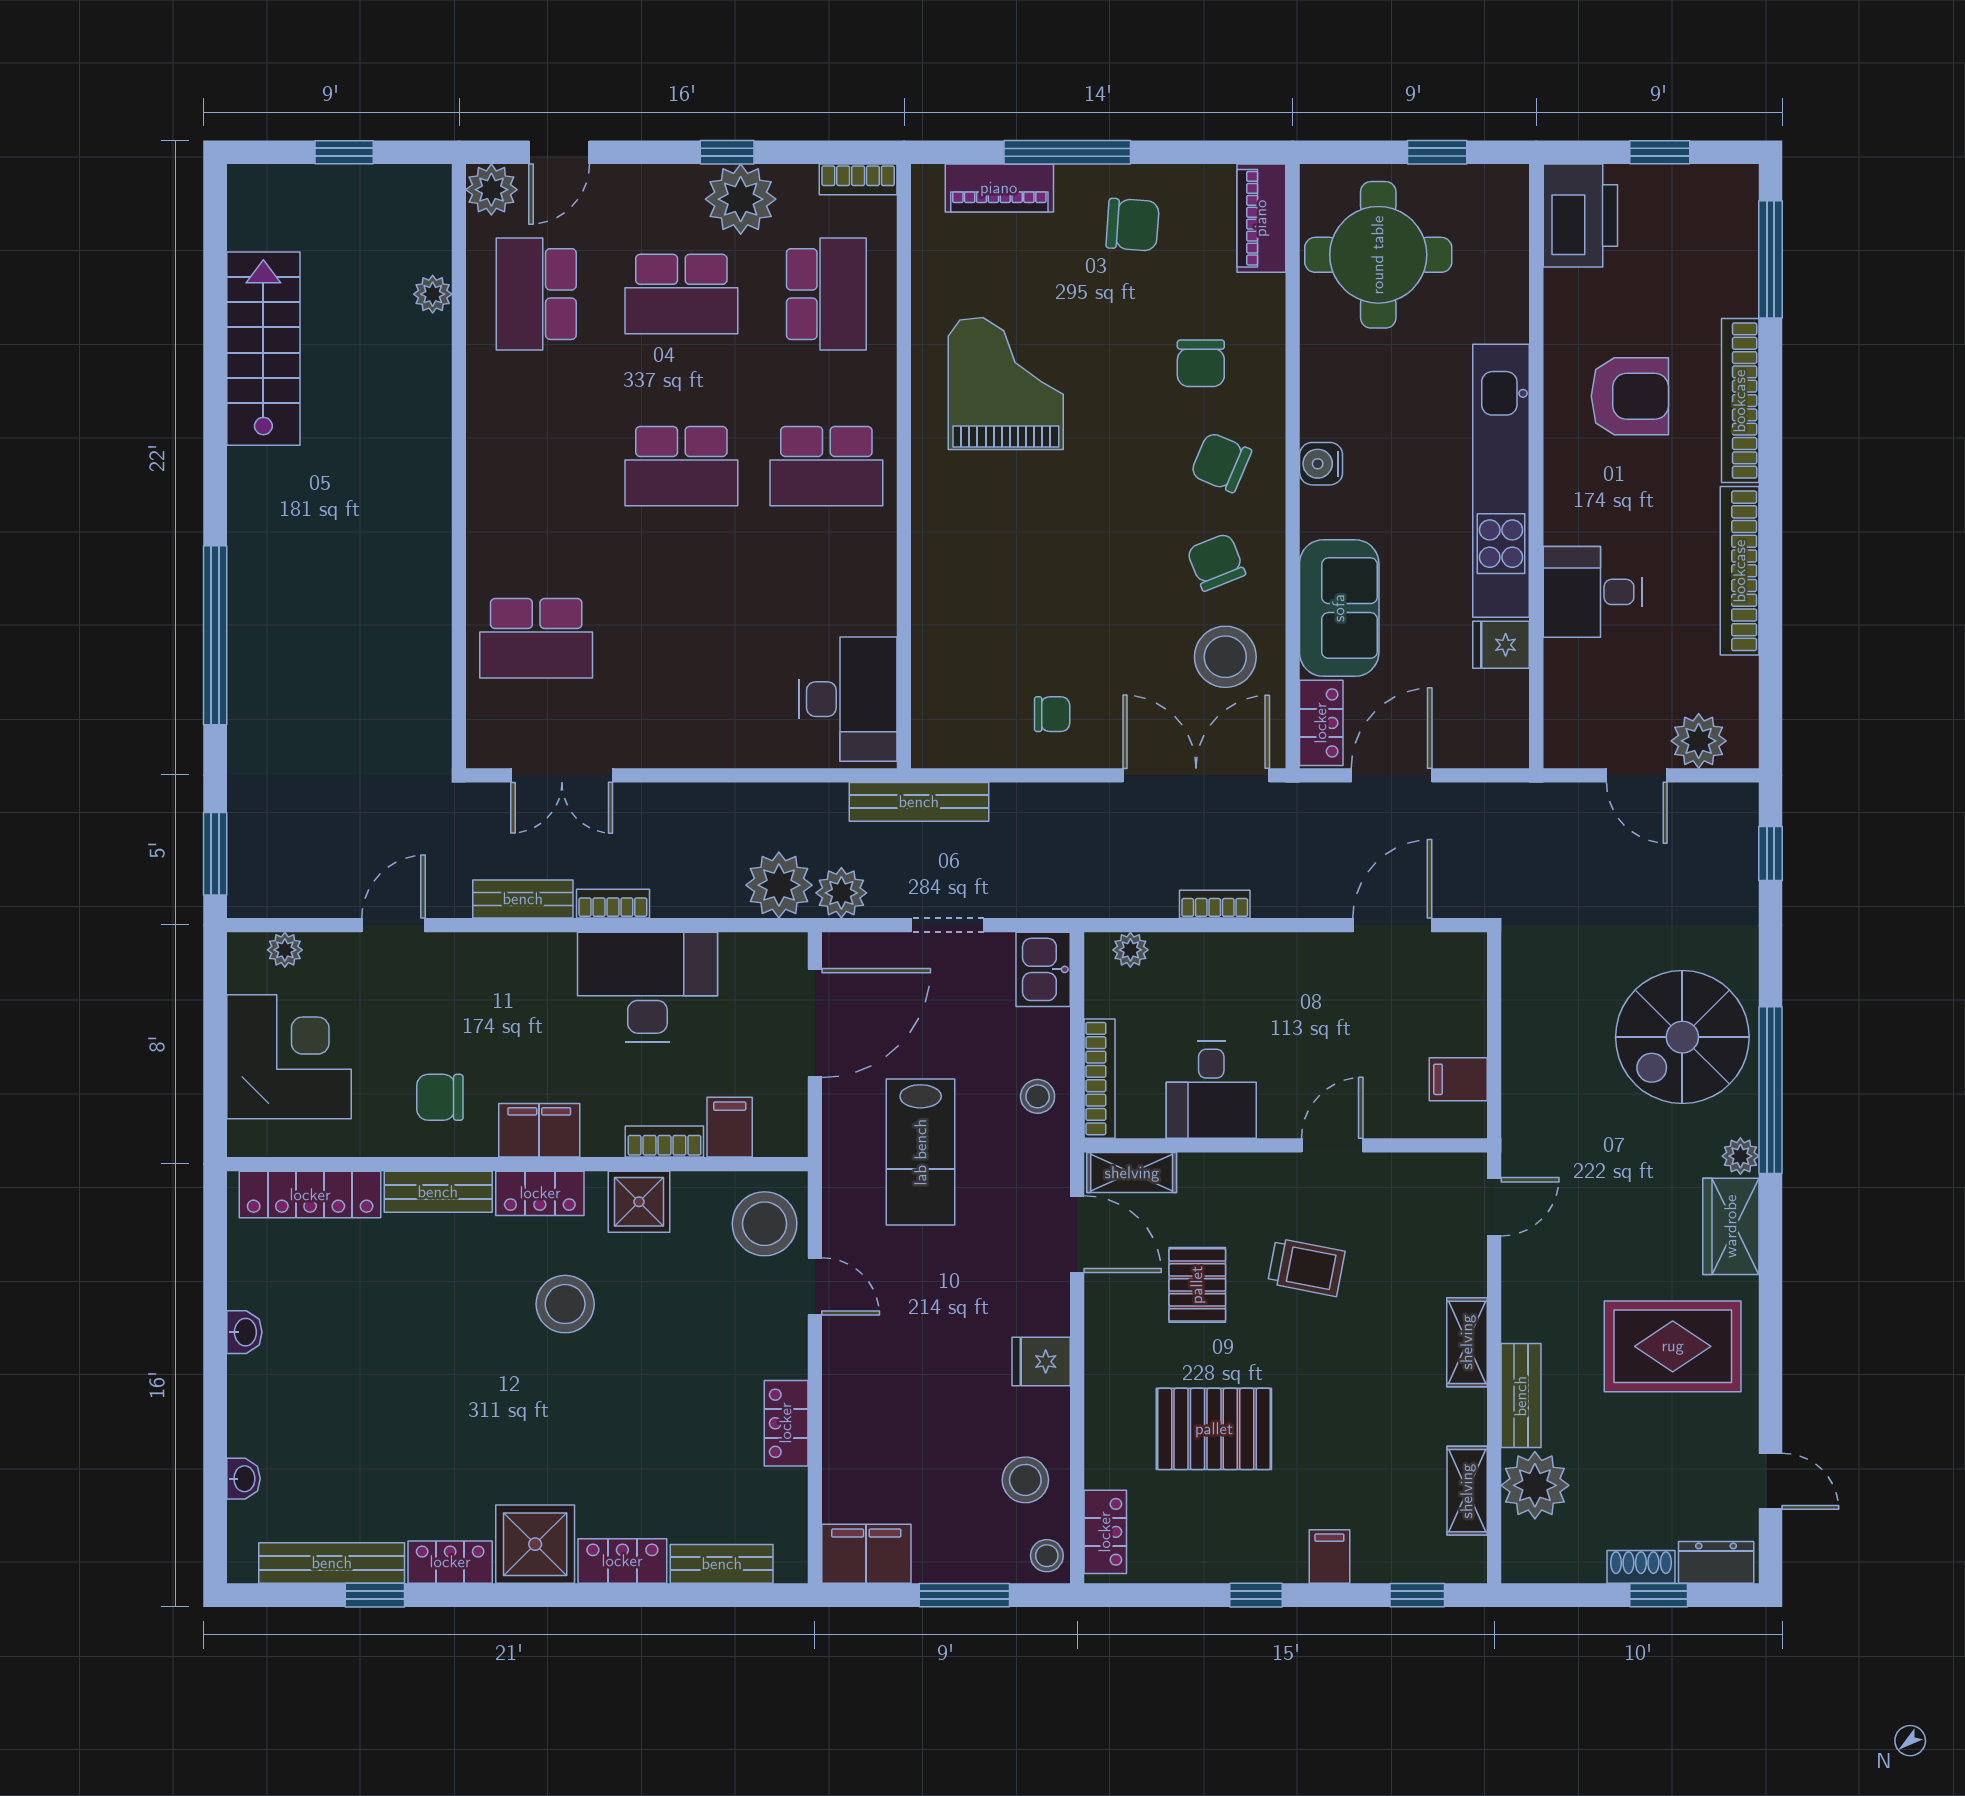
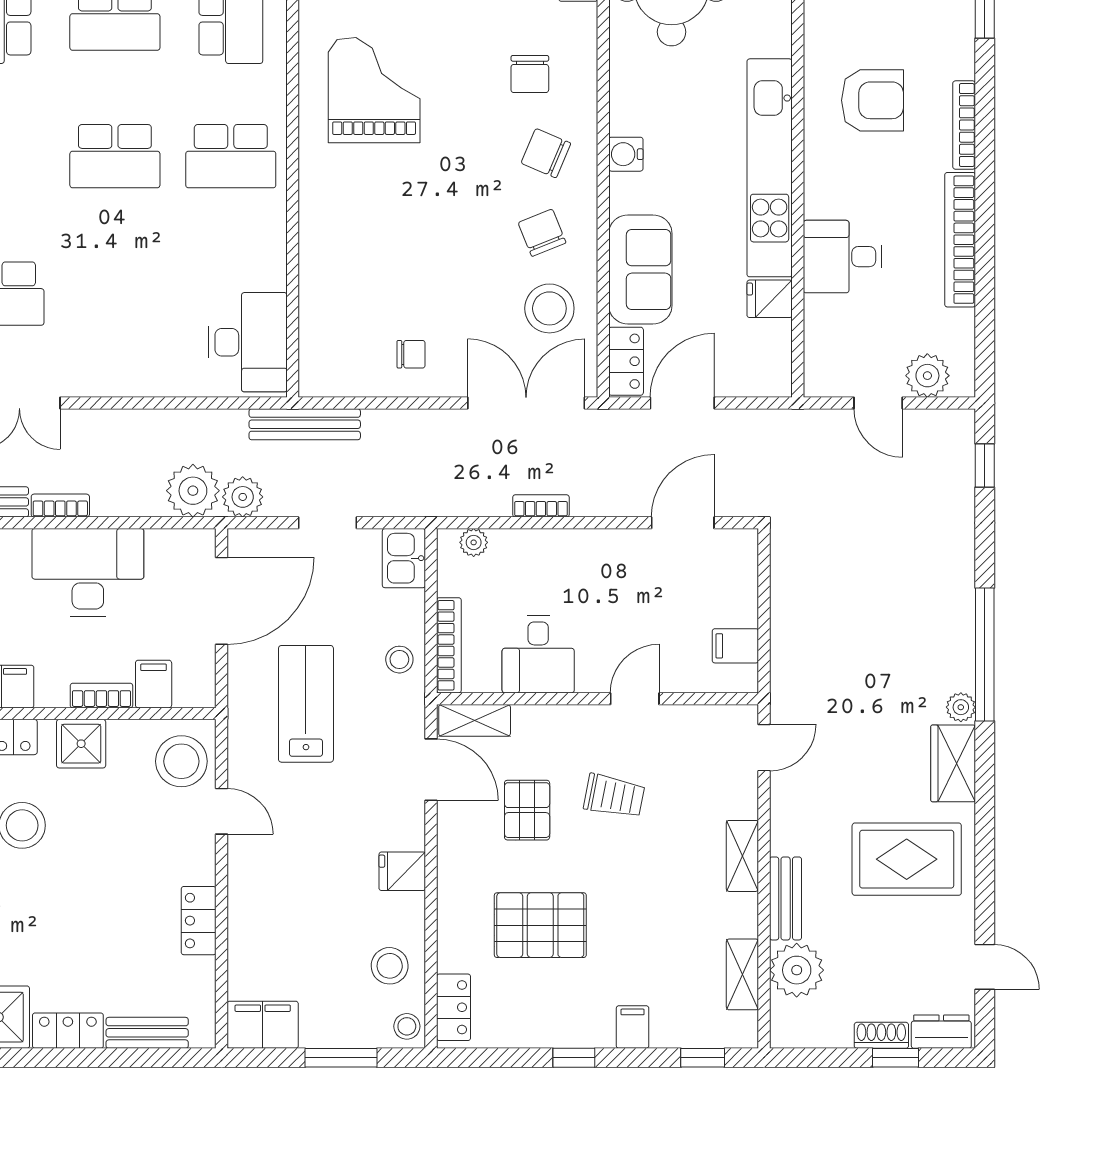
bookcase: (1740, 401) -> (964, 125), width x0.68, depth x0.76
spiral stairs: (1682, 1037) -> (914, 612), removed
lab bench: (921, 1152) -> (306, 704), turned 180

